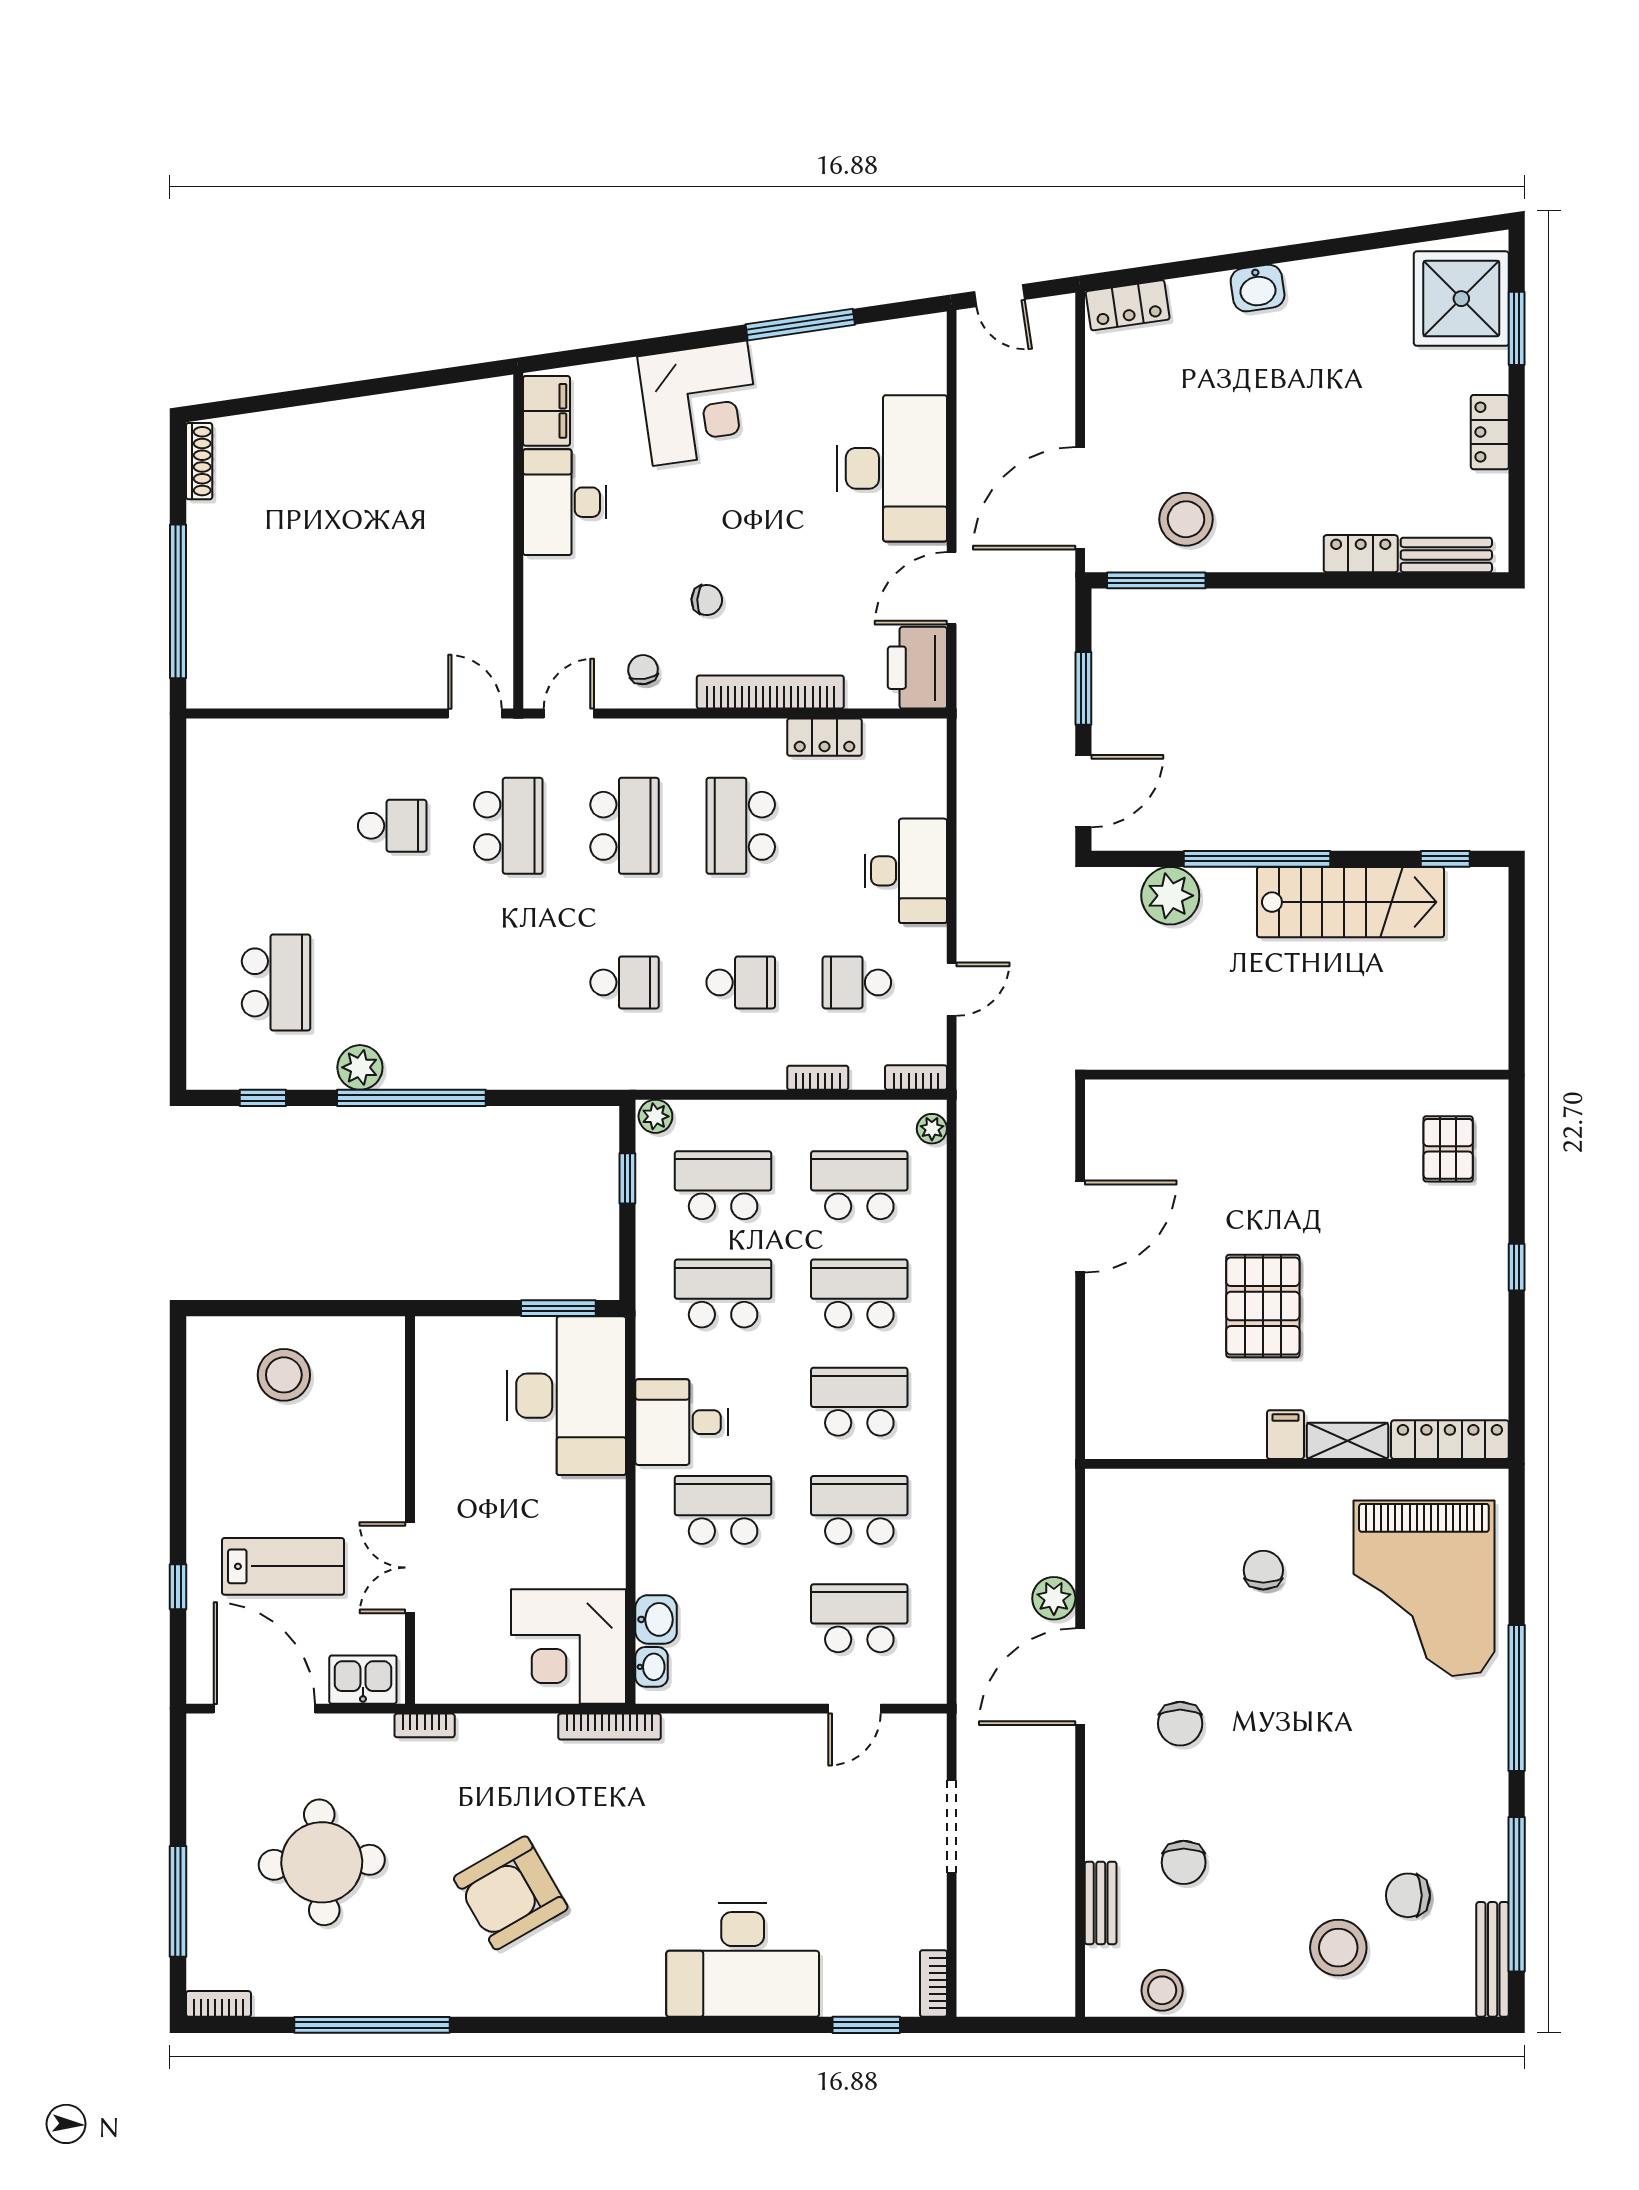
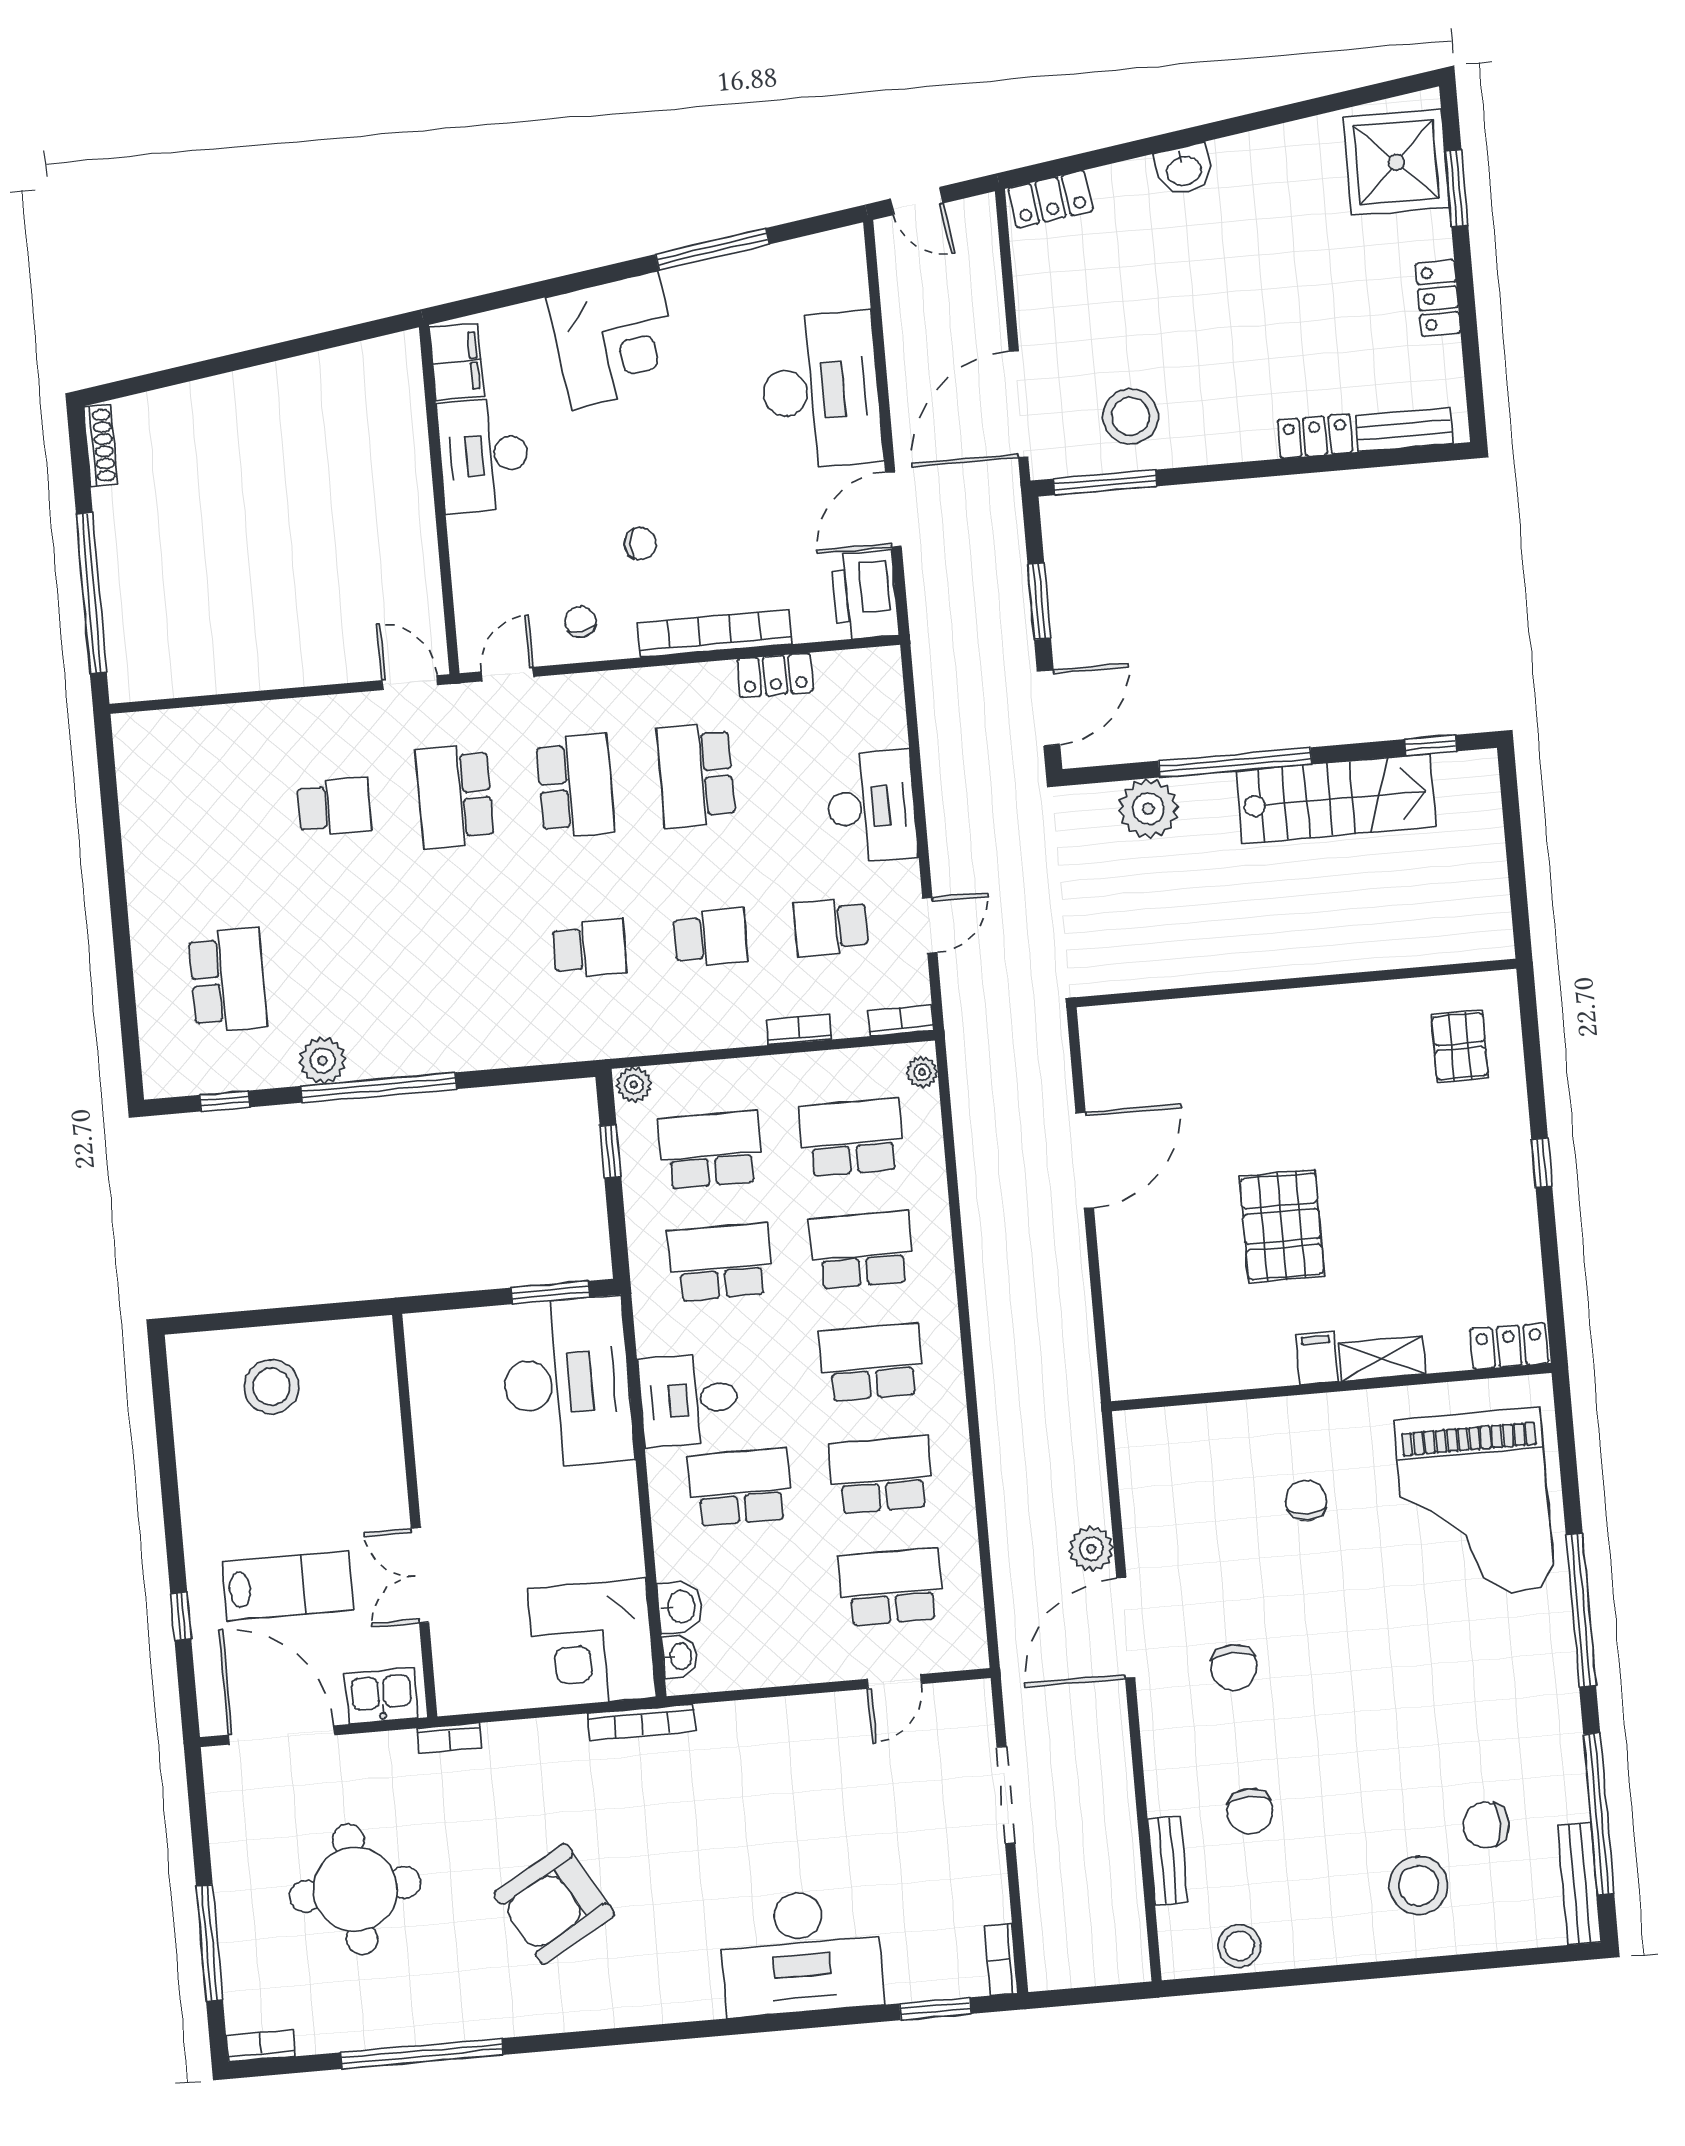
school desk: (508, 826) -> (455, 796), turned 180
locker: (1450, 1440) -> (1509, 1346), width x0.66

